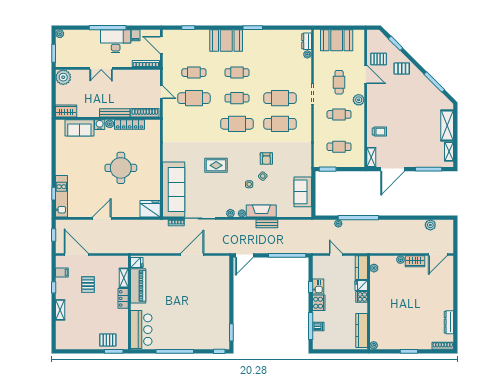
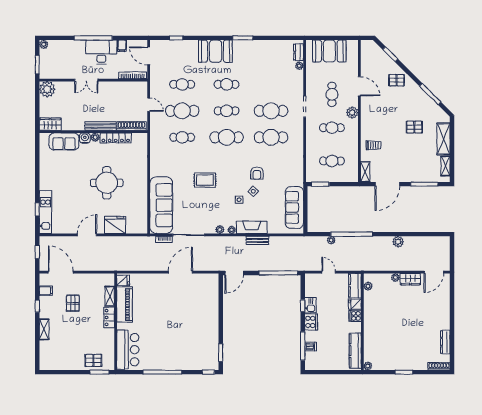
pallet: (379, 59) -> (414, 127), moved
cafe table: (194, 124) -> (182, 137), added
sofa: (303, 192) -> (294, 207), width x1.36
fridge: (150, 209) -> (115, 225), moved
plant: (430, 225) -> (398, 242), moved

